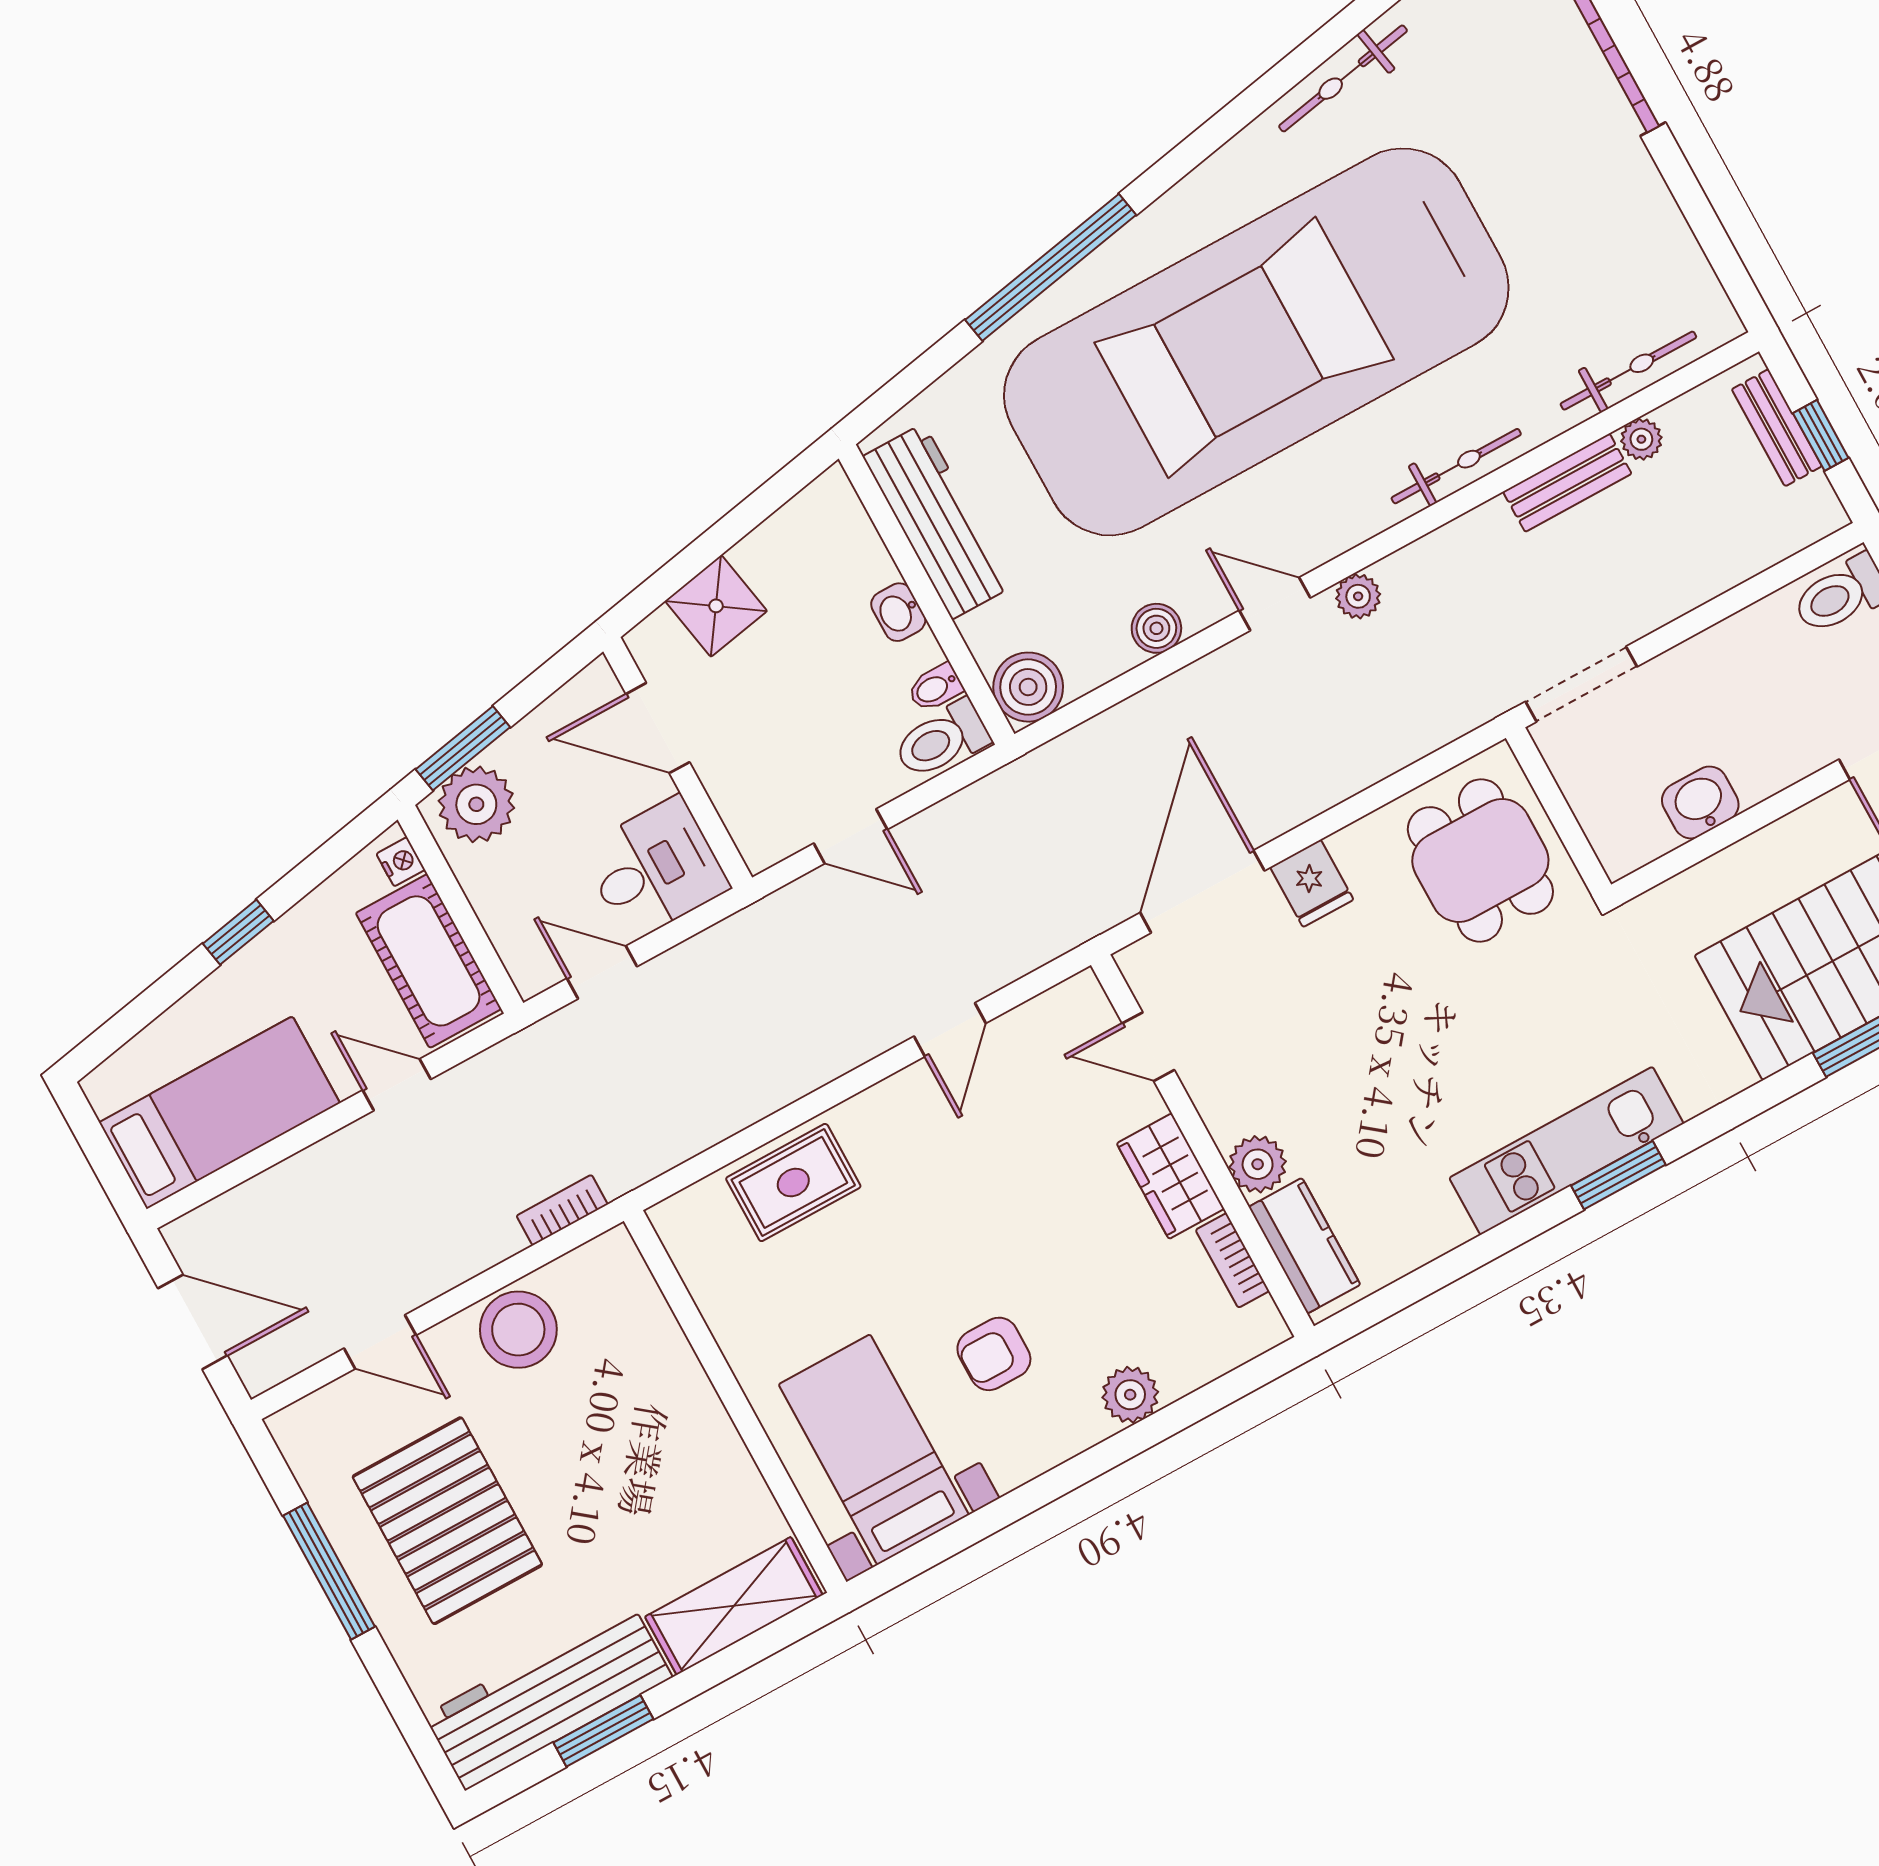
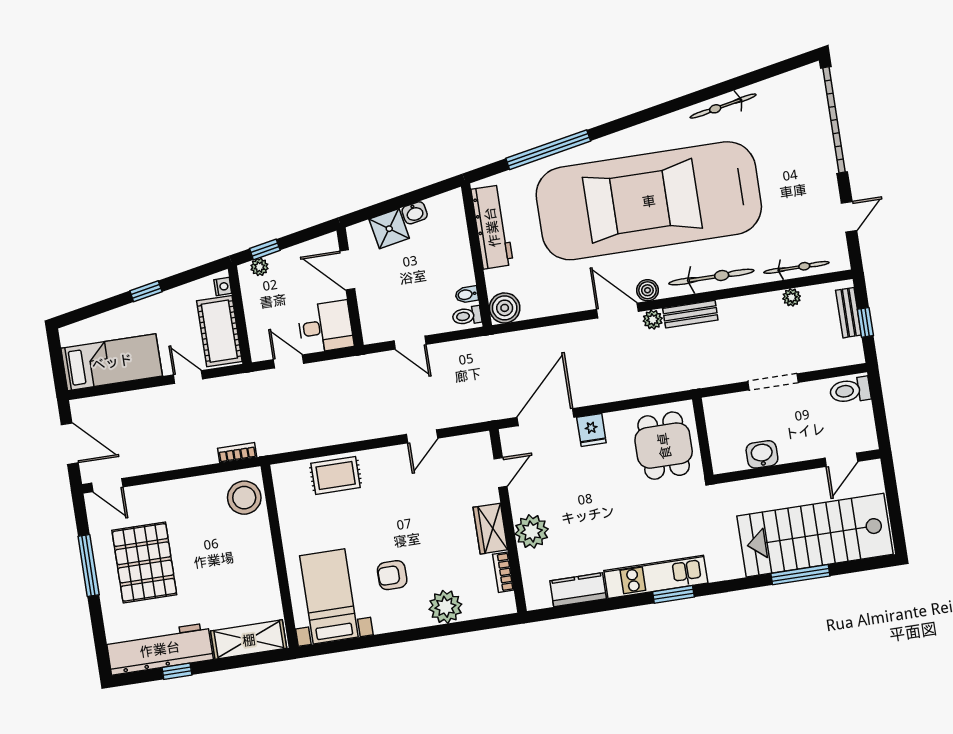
door: (1703, 220) -> (849, 217), added
window: (1051, 267) -> (548, 150), moved
bicycle: (1456, 466) -> (711, 277), width x1.37, depth x1.40
bench: (1567, 483) -> (690, 314), moved
door: (1275, 604) -> (618, 310), width x1.38
washbasin: (898, 612) -> (415, 213), moved, turned -101
boiler: (1156, 628) -> (647, 290), moved
doorway: (1581, 684) -> (773, 382), moved
toilet: (942, 740) -> (467, 316), width x0.73, depth x0.72
window: (463, 748) -> (265, 249), width x0.67
plant: (476, 804) -> (259, 267), width x0.53, depth x0.53
door: (1148, 1047) -> (501, 472), swing flipped
plant: (1258, 1164) -> (532, 531), width x1.36, depth x1.36
kitchen counter: (1304, 1246) -> (578, 590), moved, turned -90
stool: (518, 1330) -> (244, 498), moved
door: (380, 1342) -> (107, 485), moved
plant: (1130, 1395) -> (445, 607), width x1.36, depth x1.36
window: (603, 1731) -> (177, 671), width x0.67

